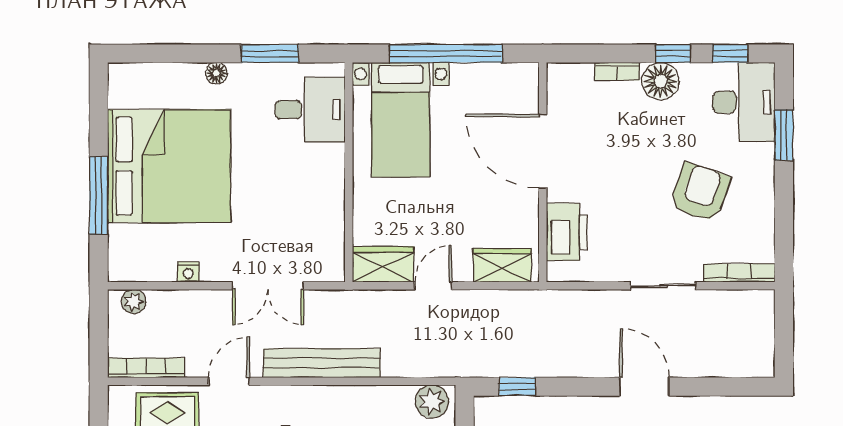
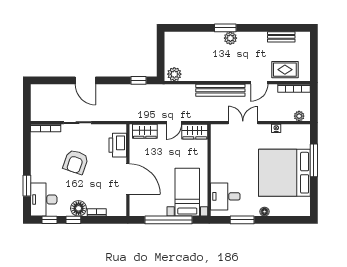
armchair: (700, 192) -> (76, 162), moved

